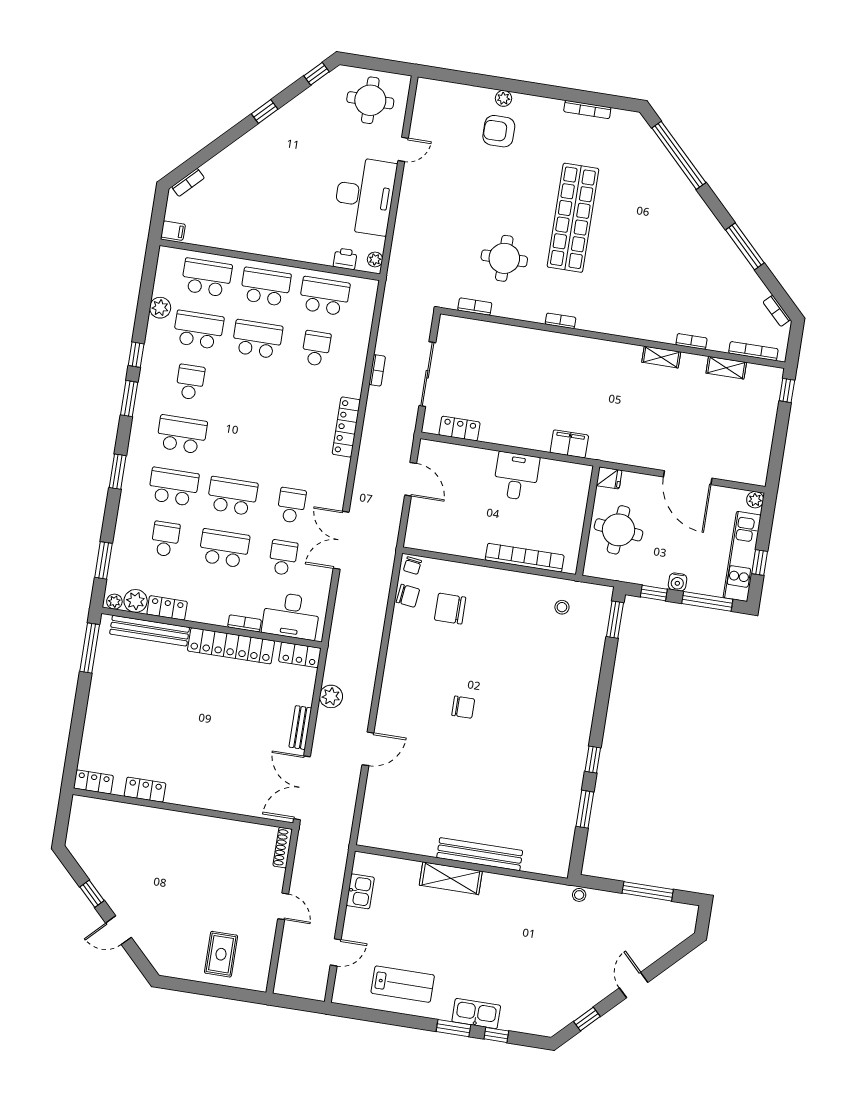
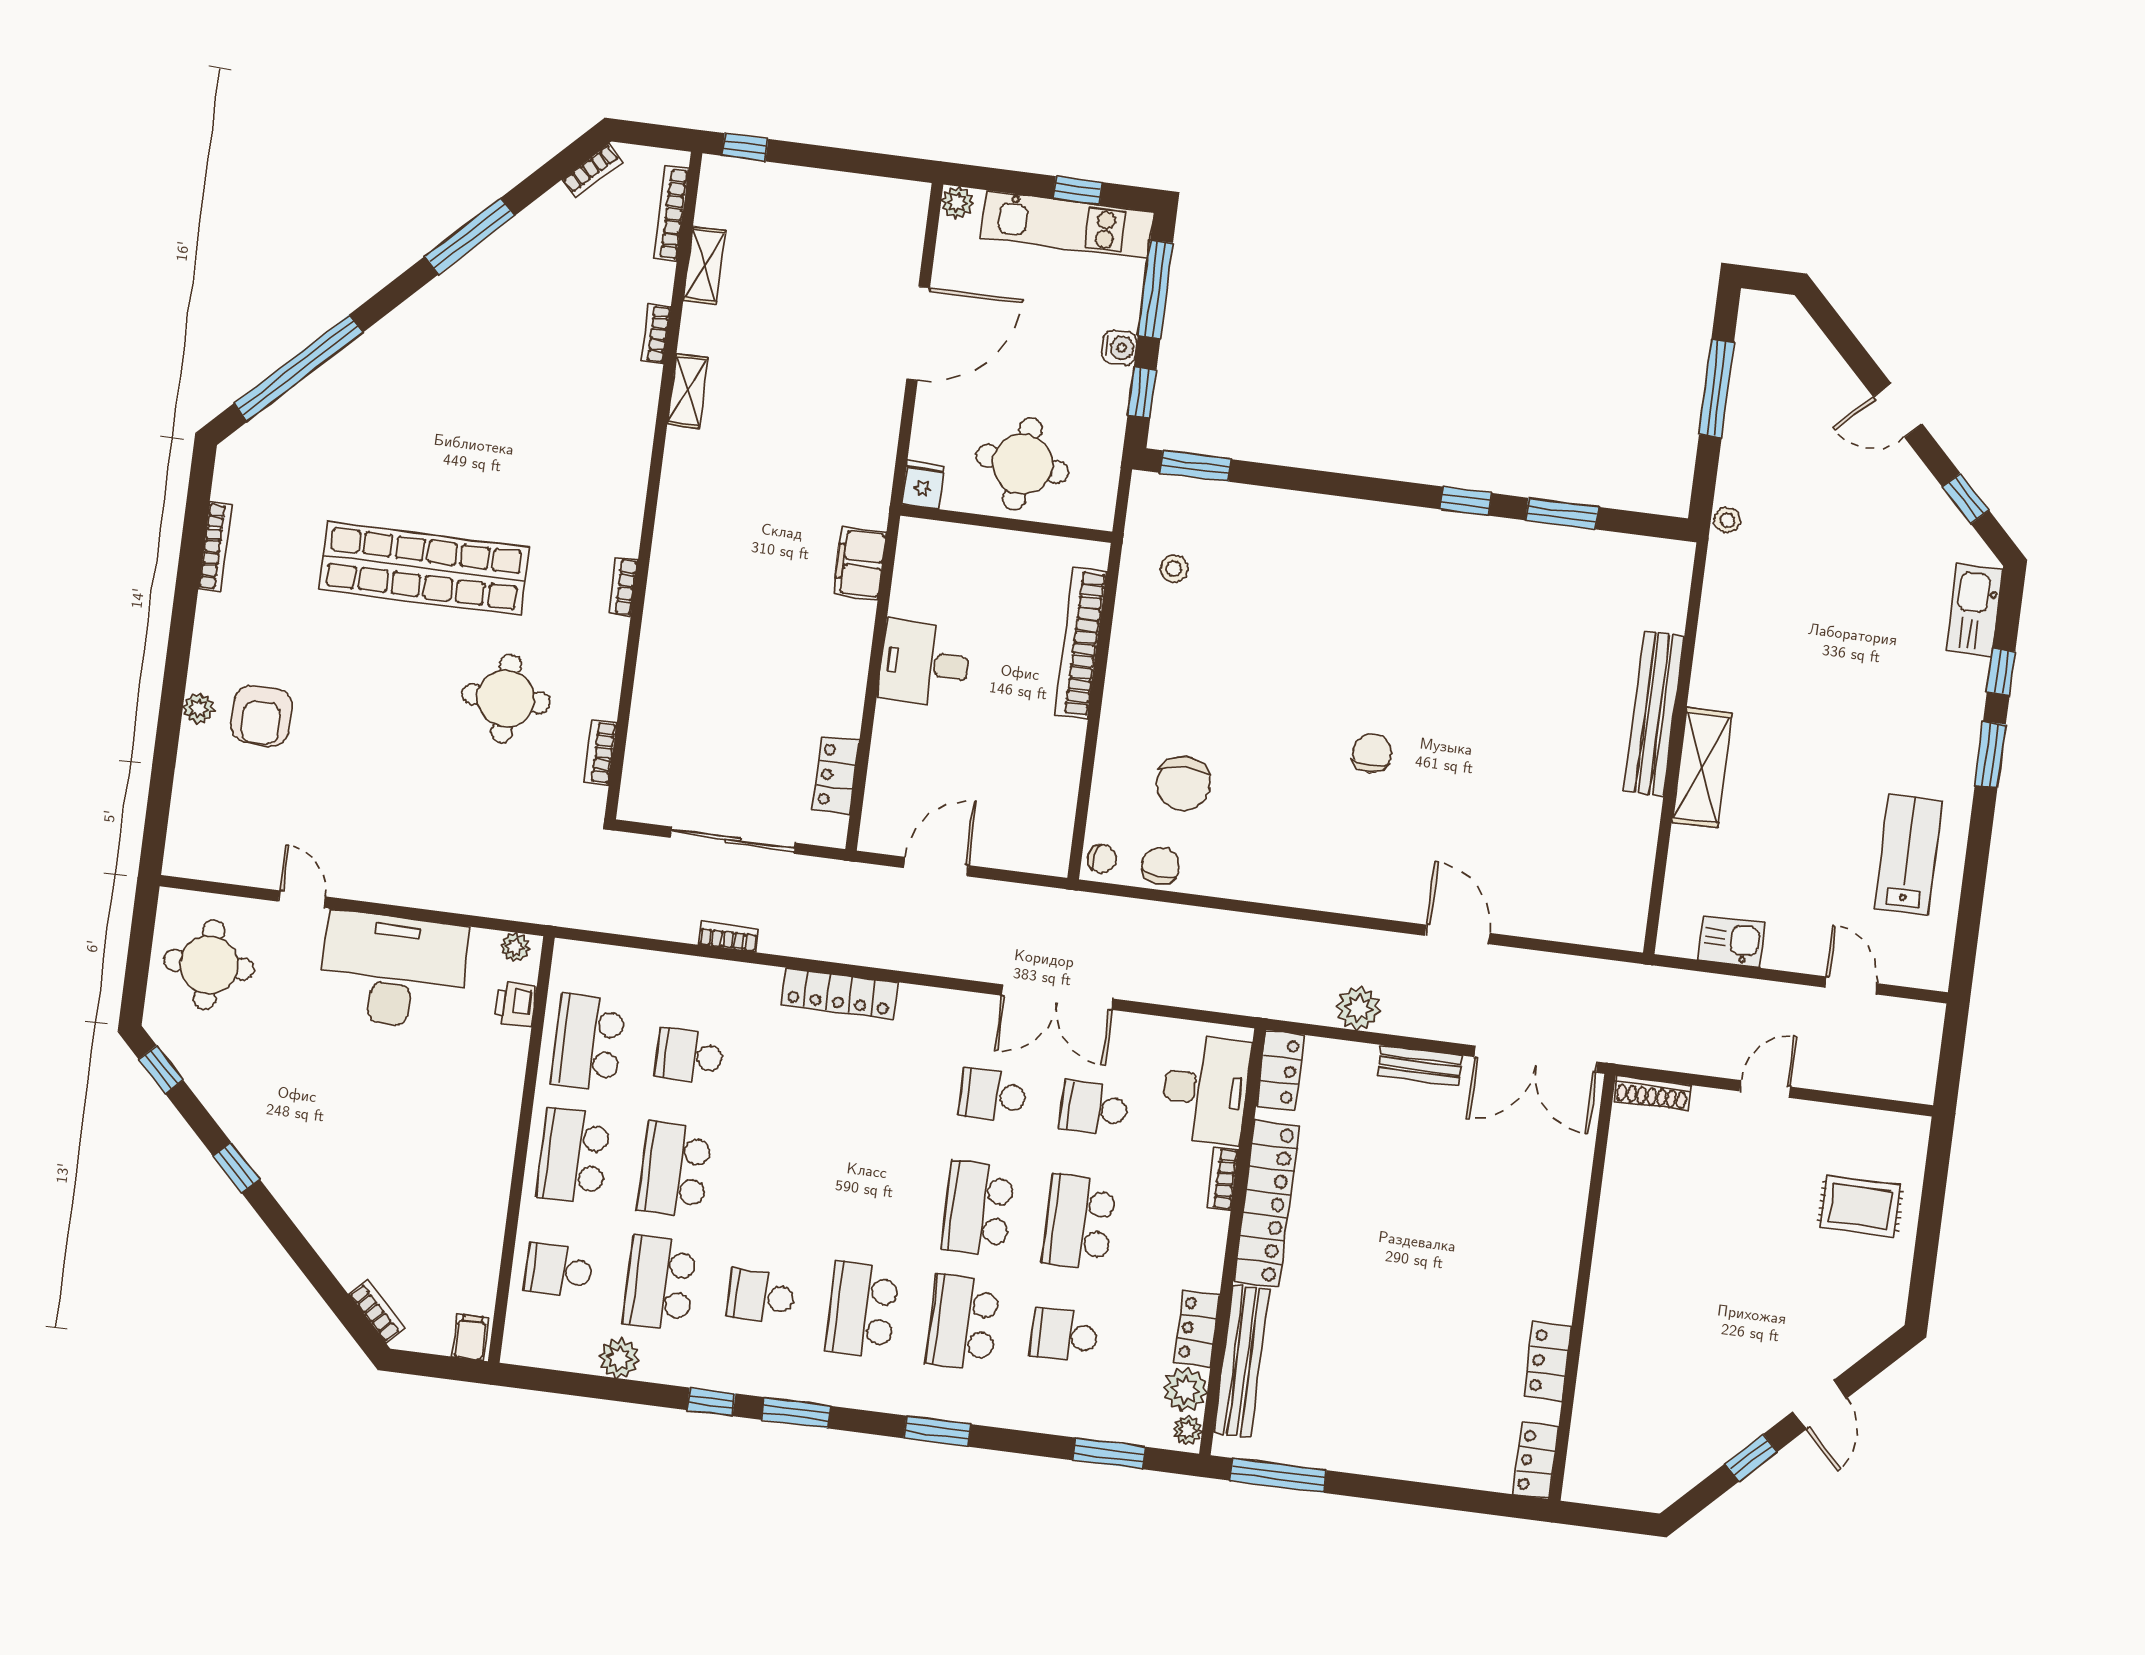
school desk: (207, 277) -> (559, 1270), width x0.54
kitchen sink: (476, 1014) -> (1974, 610), moved

